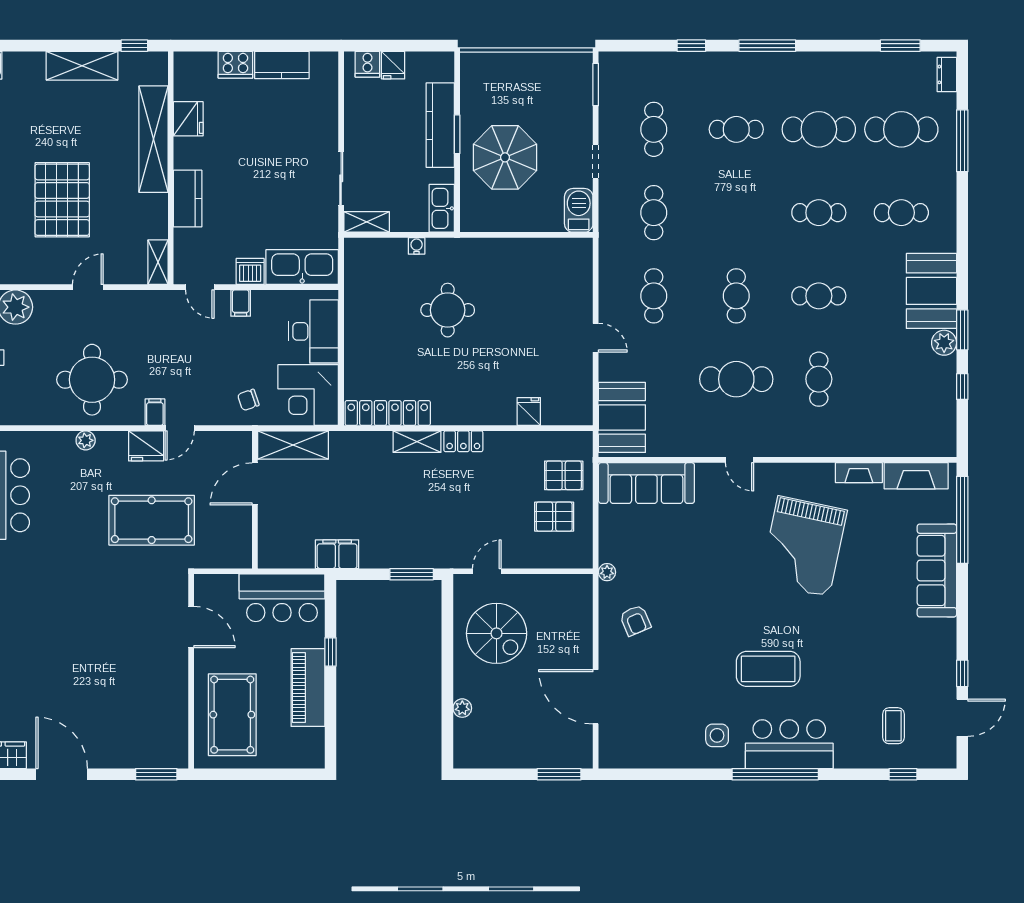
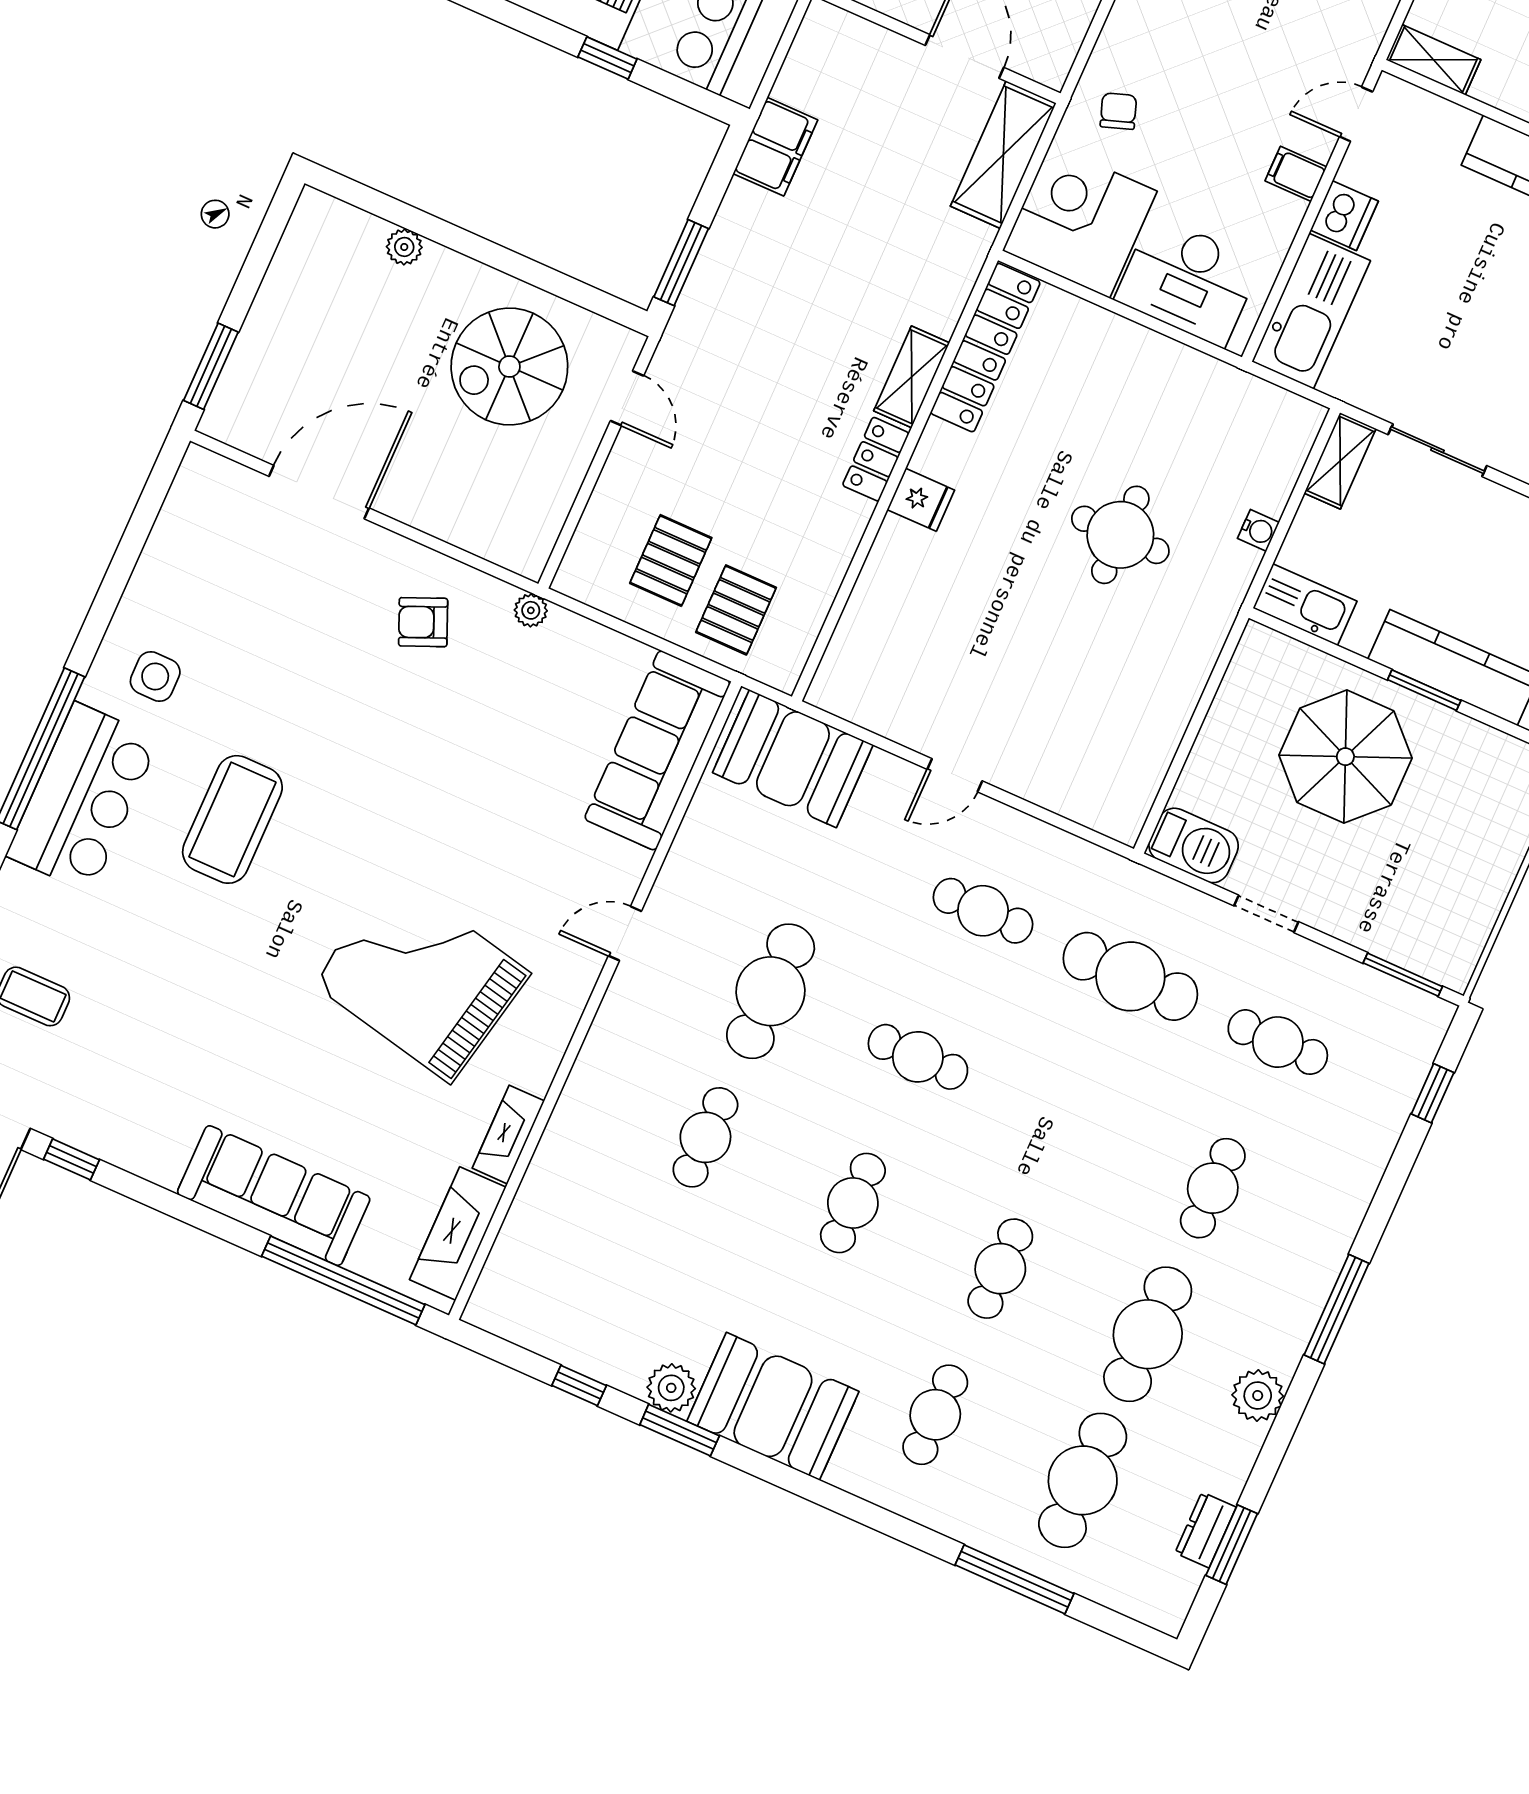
window: (691, 46) -> (1433, 1093), moved
plant: (825, 65) -> (1258, 1396), added
dresser: (947, 74) -> (1206, 1530), moved, turned -90
cafe table: (654, 213) -> (1130, 976), width x1.37, depth x1.35
cafe table: (819, 379) -> (705, 1137), turned 90
fridge: (529, 411) -> (921, 500), moved

